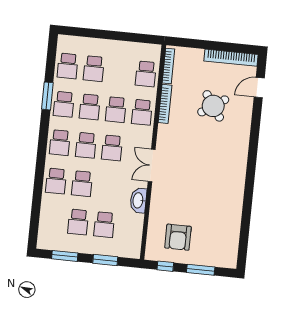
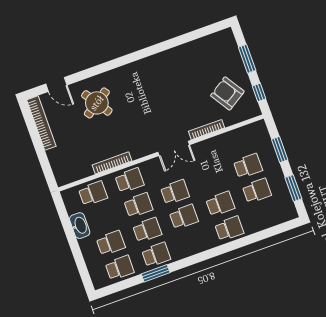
bookcase: (168, 66) -> (207, 130), moved
round table: (213, 106) -> (97, 103), moved
school desk: (60, 143) -> (193, 242), removed
washbasin: (138, 200) -> (80, 226), moved, turned -90
armchair: (178, 237) -> (227, 93), turned -123

